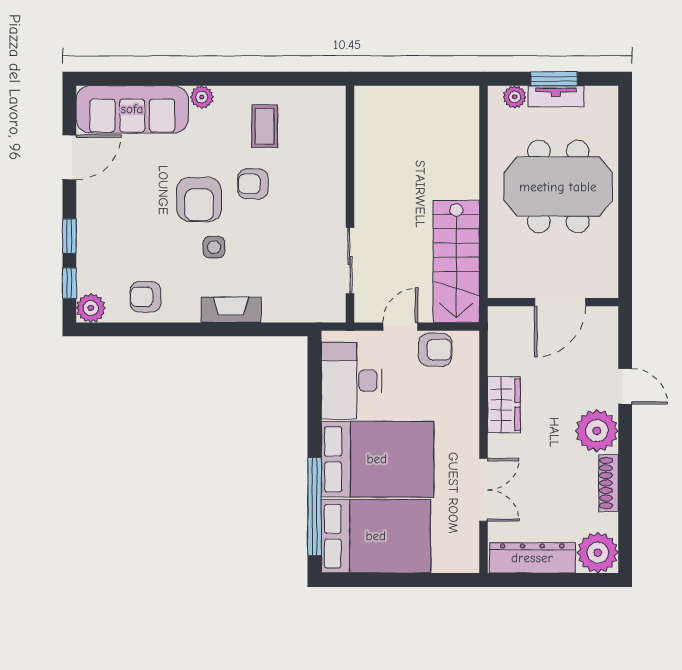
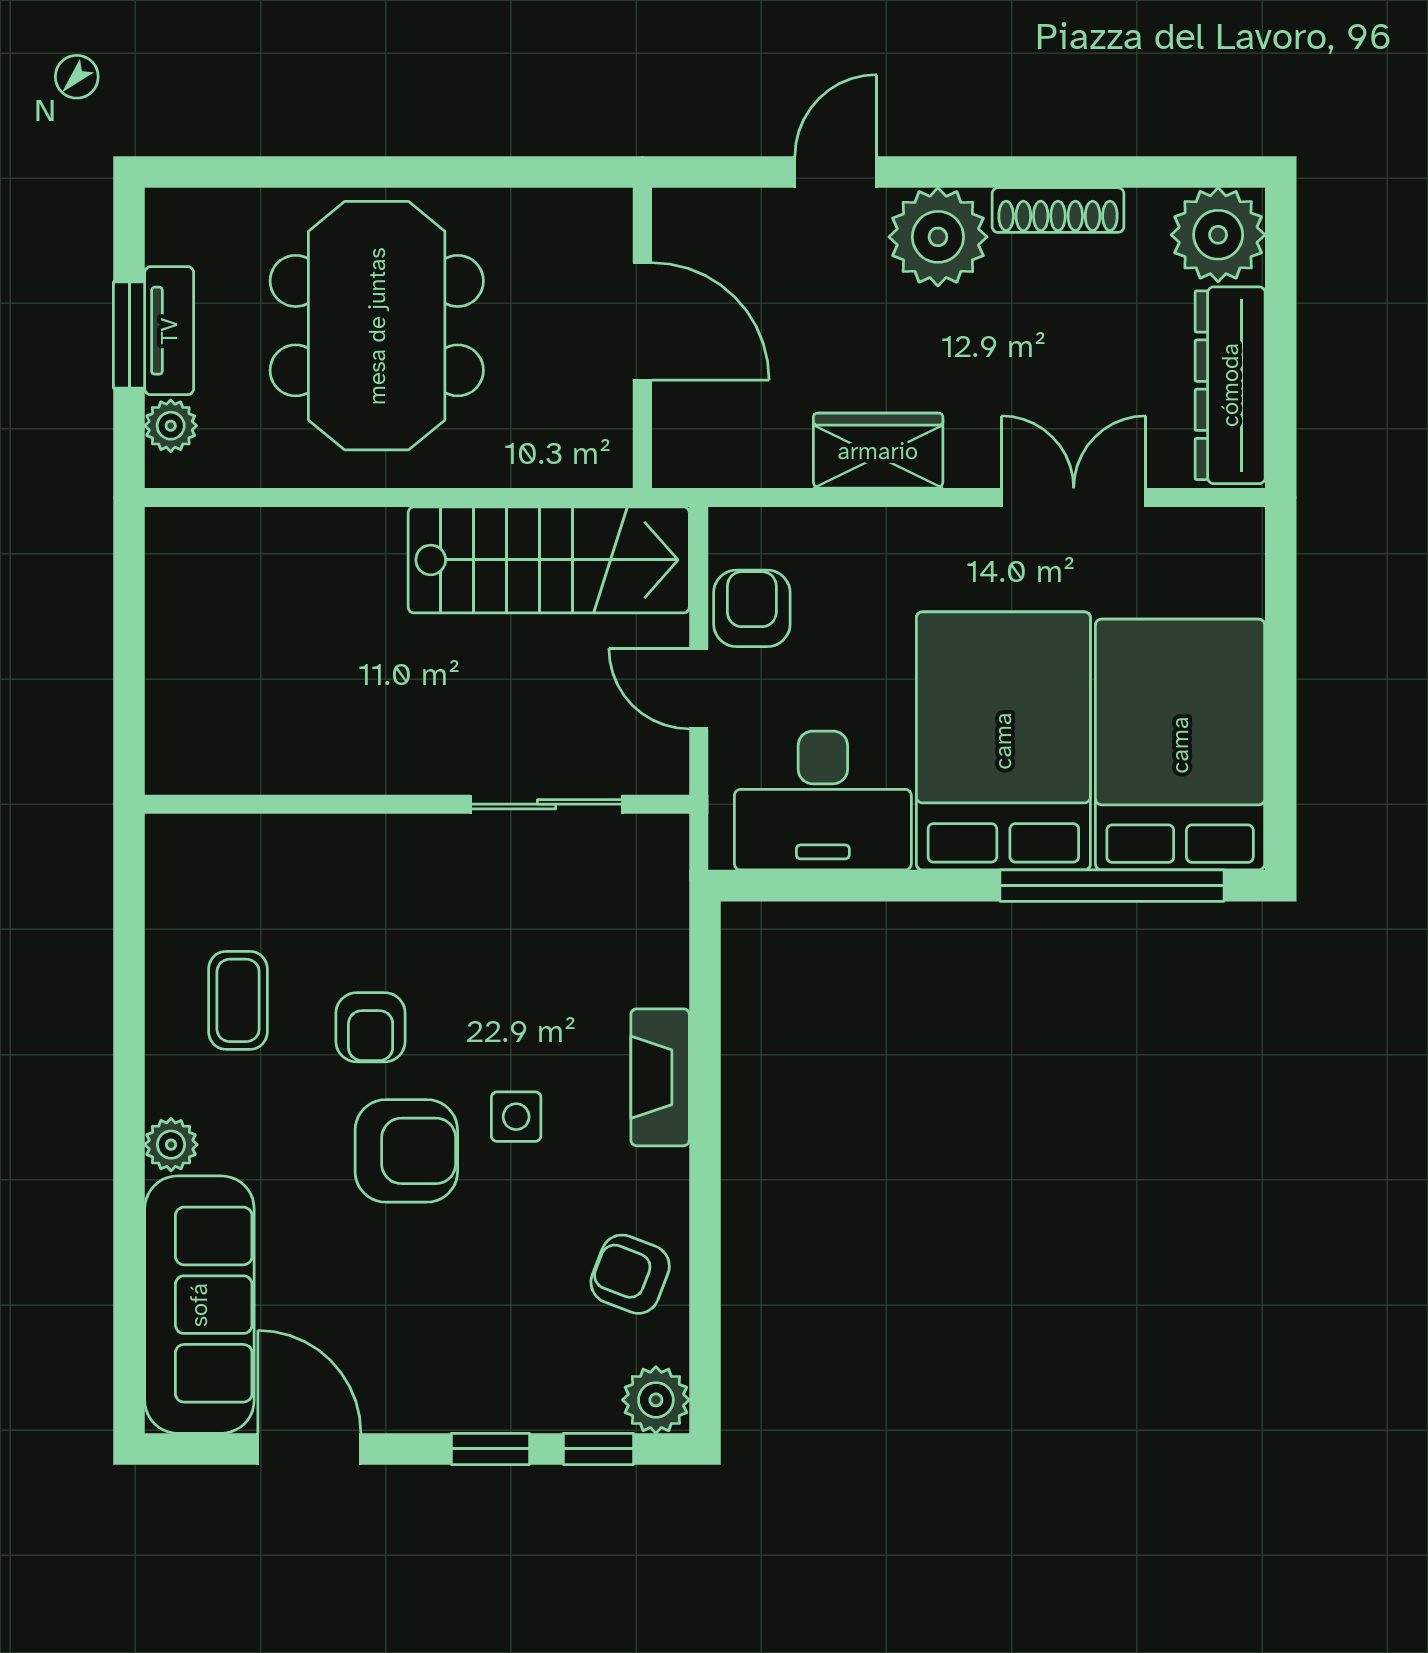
coffee table: (265, 126) -> (238, 1000), turned 90
armchair: (145, 297) -> (630, 1274), turned 111

